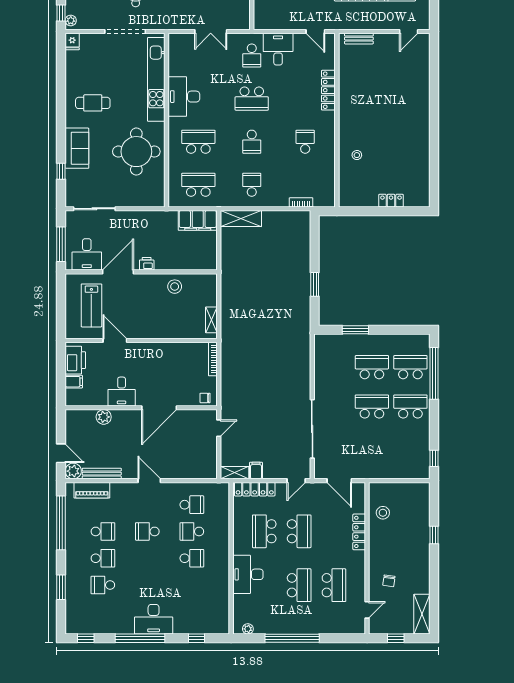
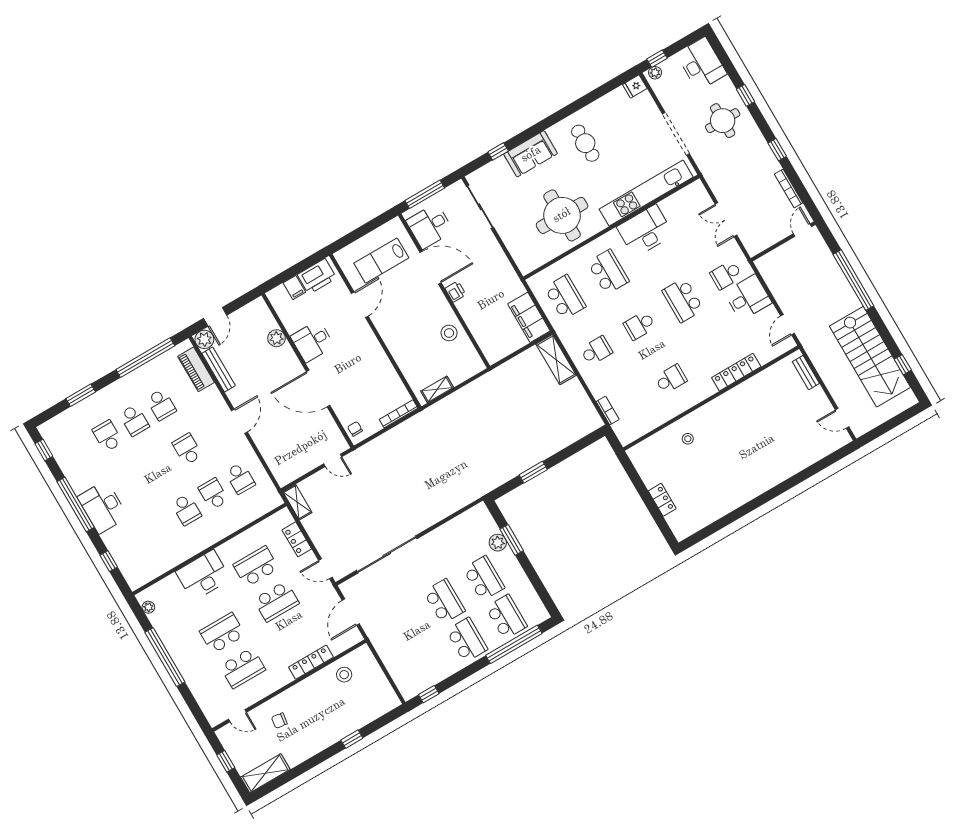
plant: (351, 341) -> (498, 543), added
filing cabinet: (256, 471) -> (312, 523), removed
locker: (255, 489) -> (297, 539), width x0.66
school desk: (299, 585) -> (222, 633), turned 180

